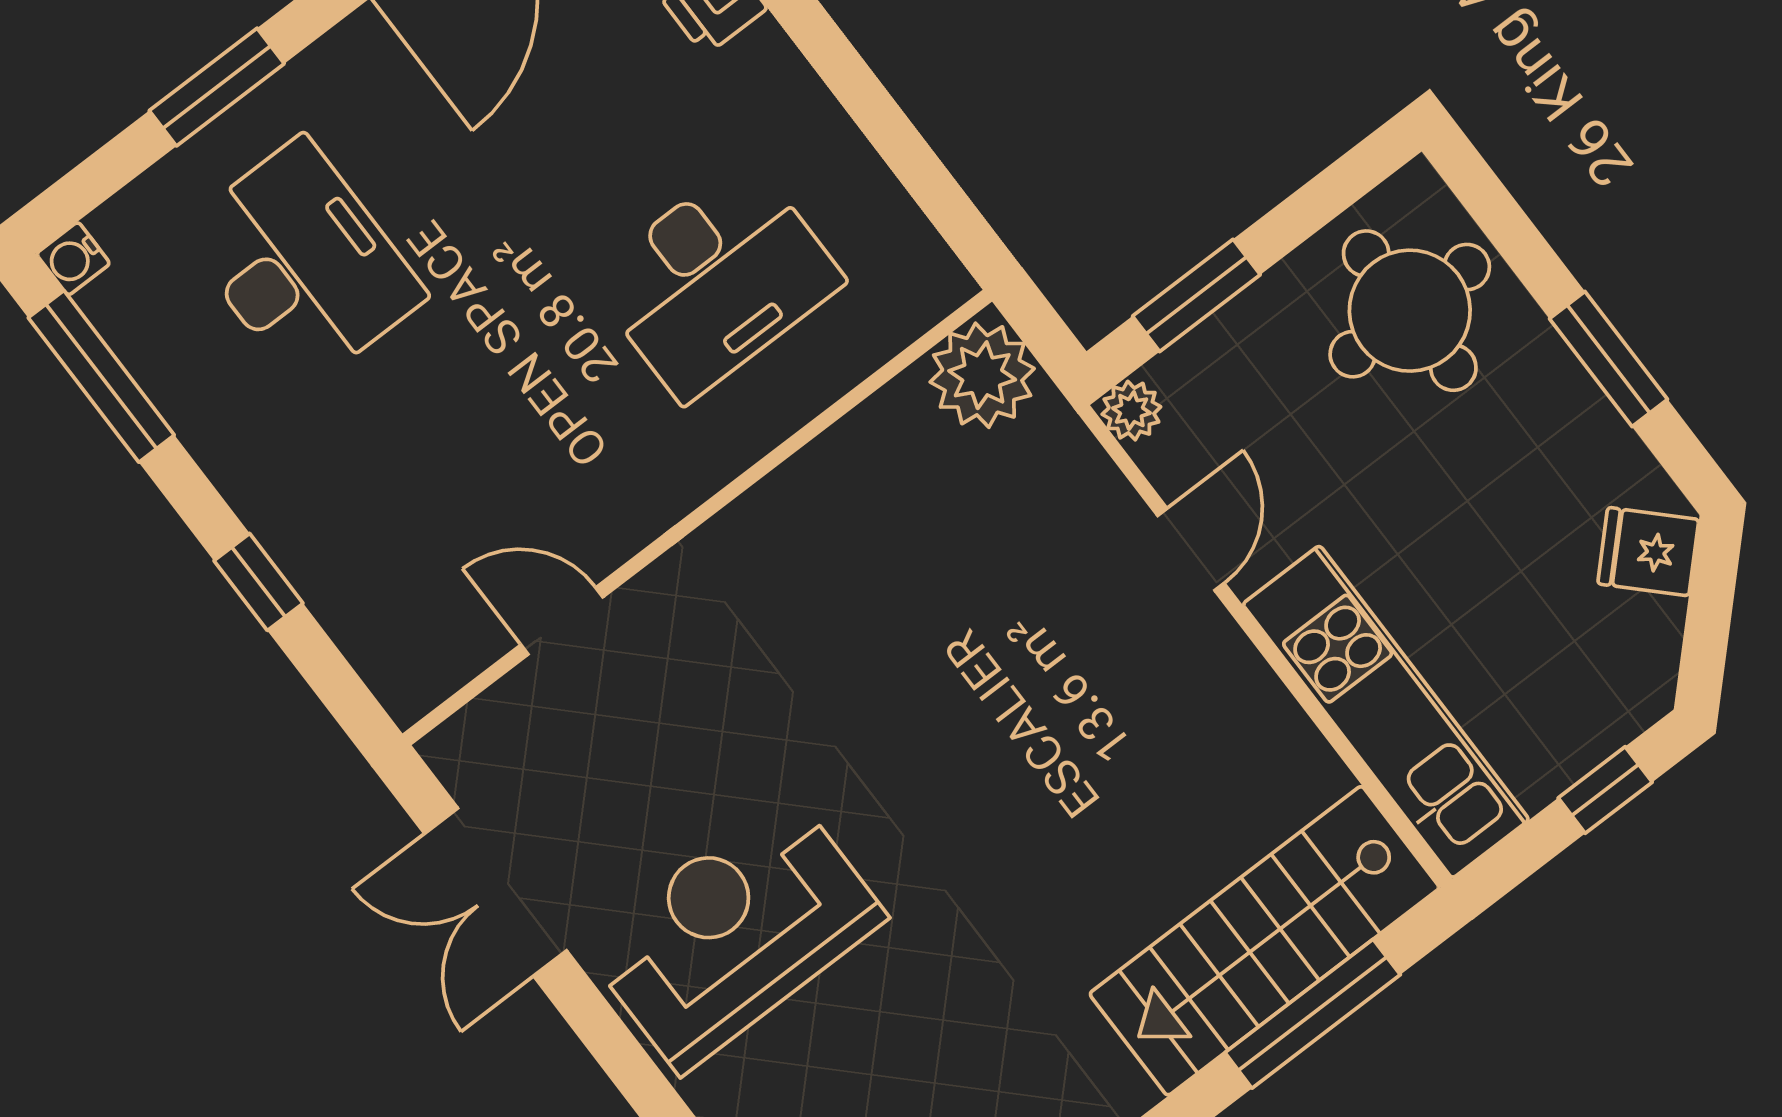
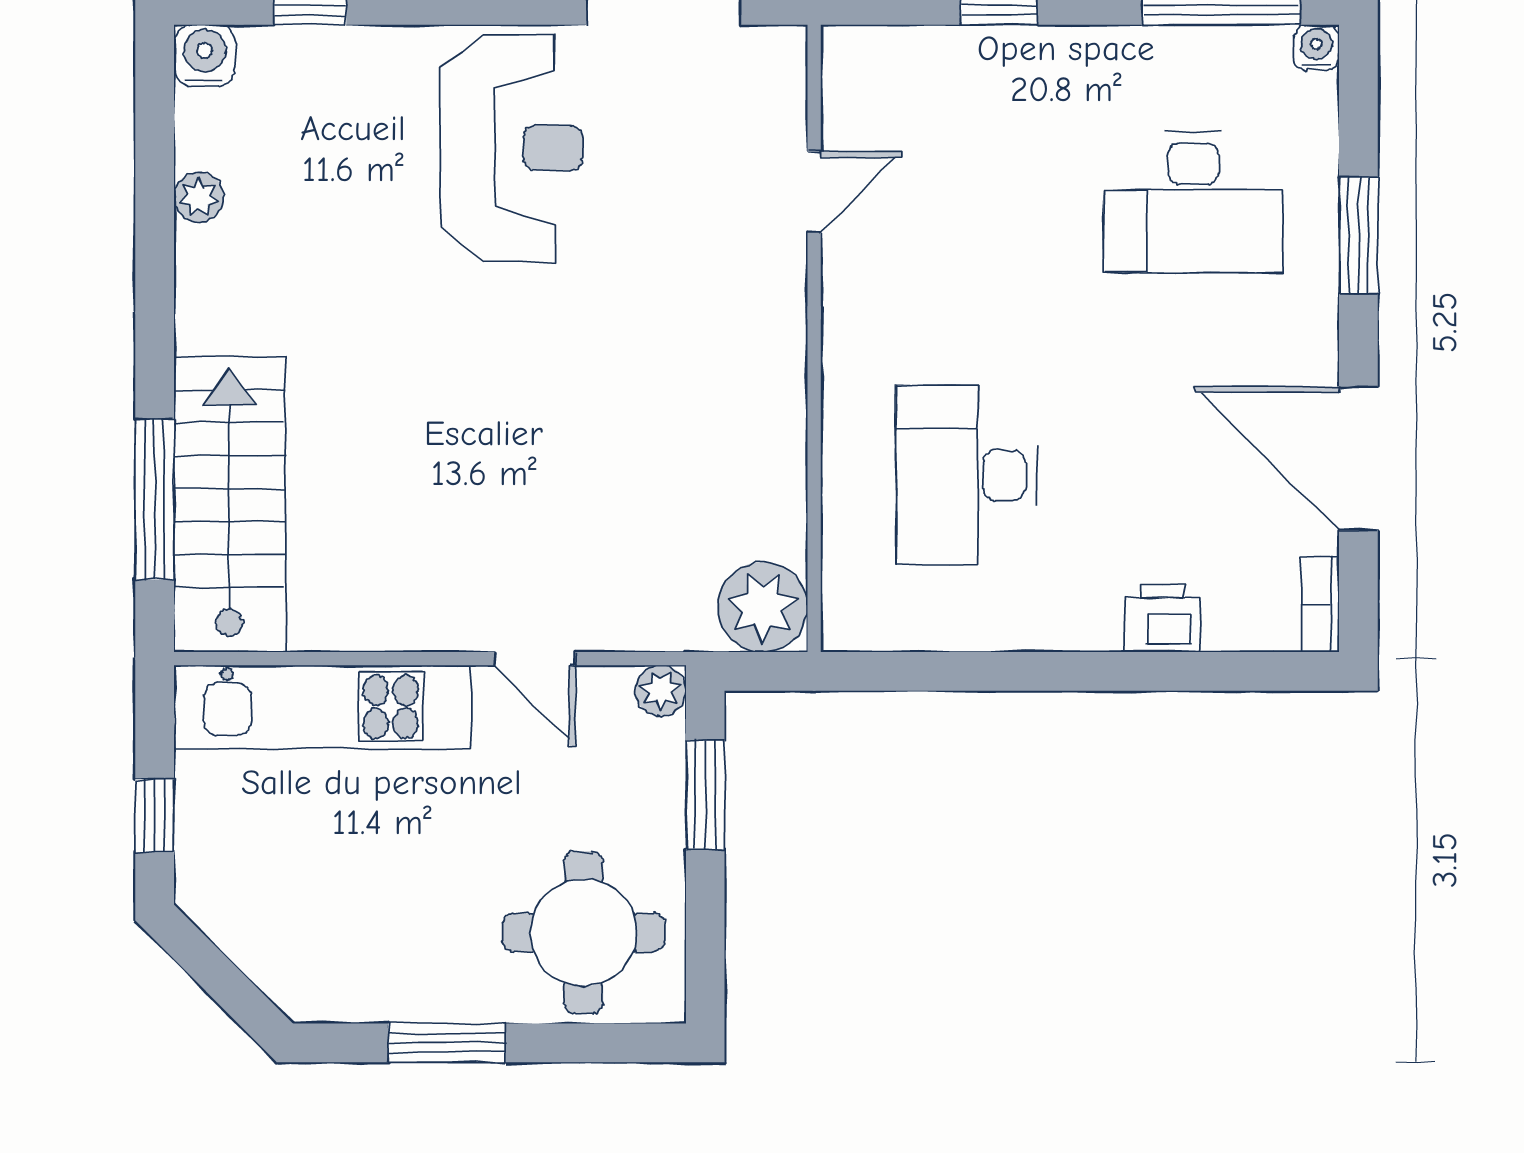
fridge: (1648, 552) -> (295, 970), removed

